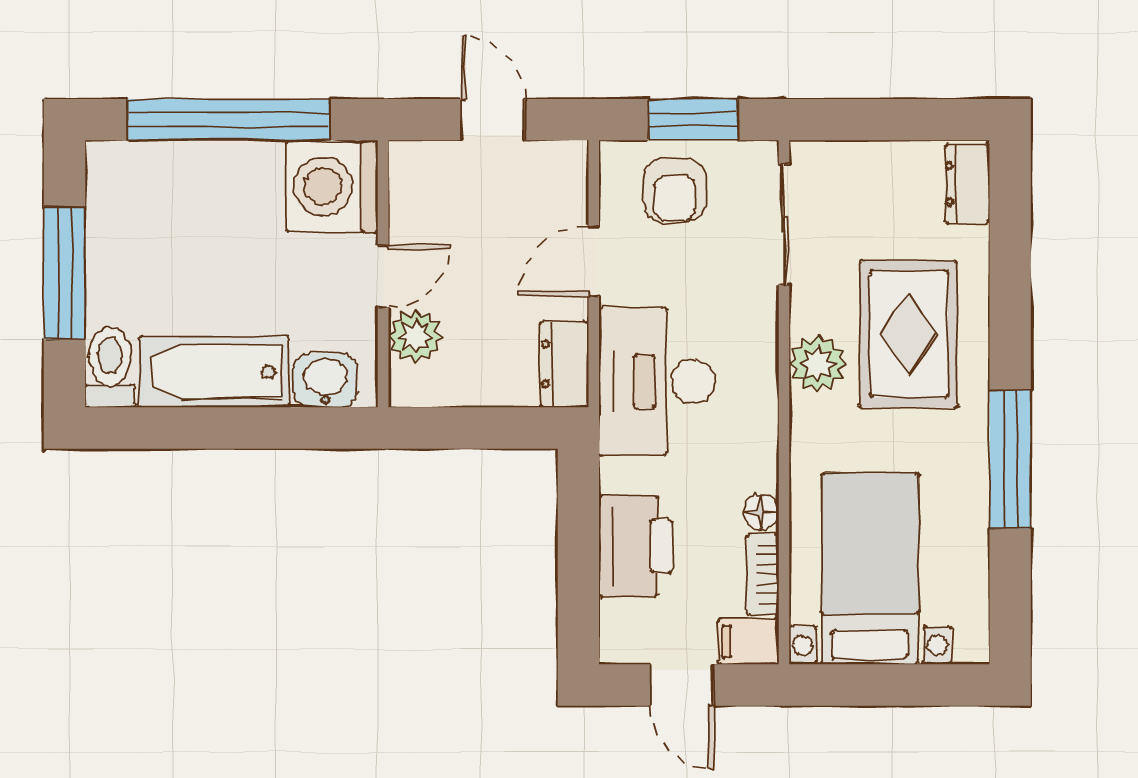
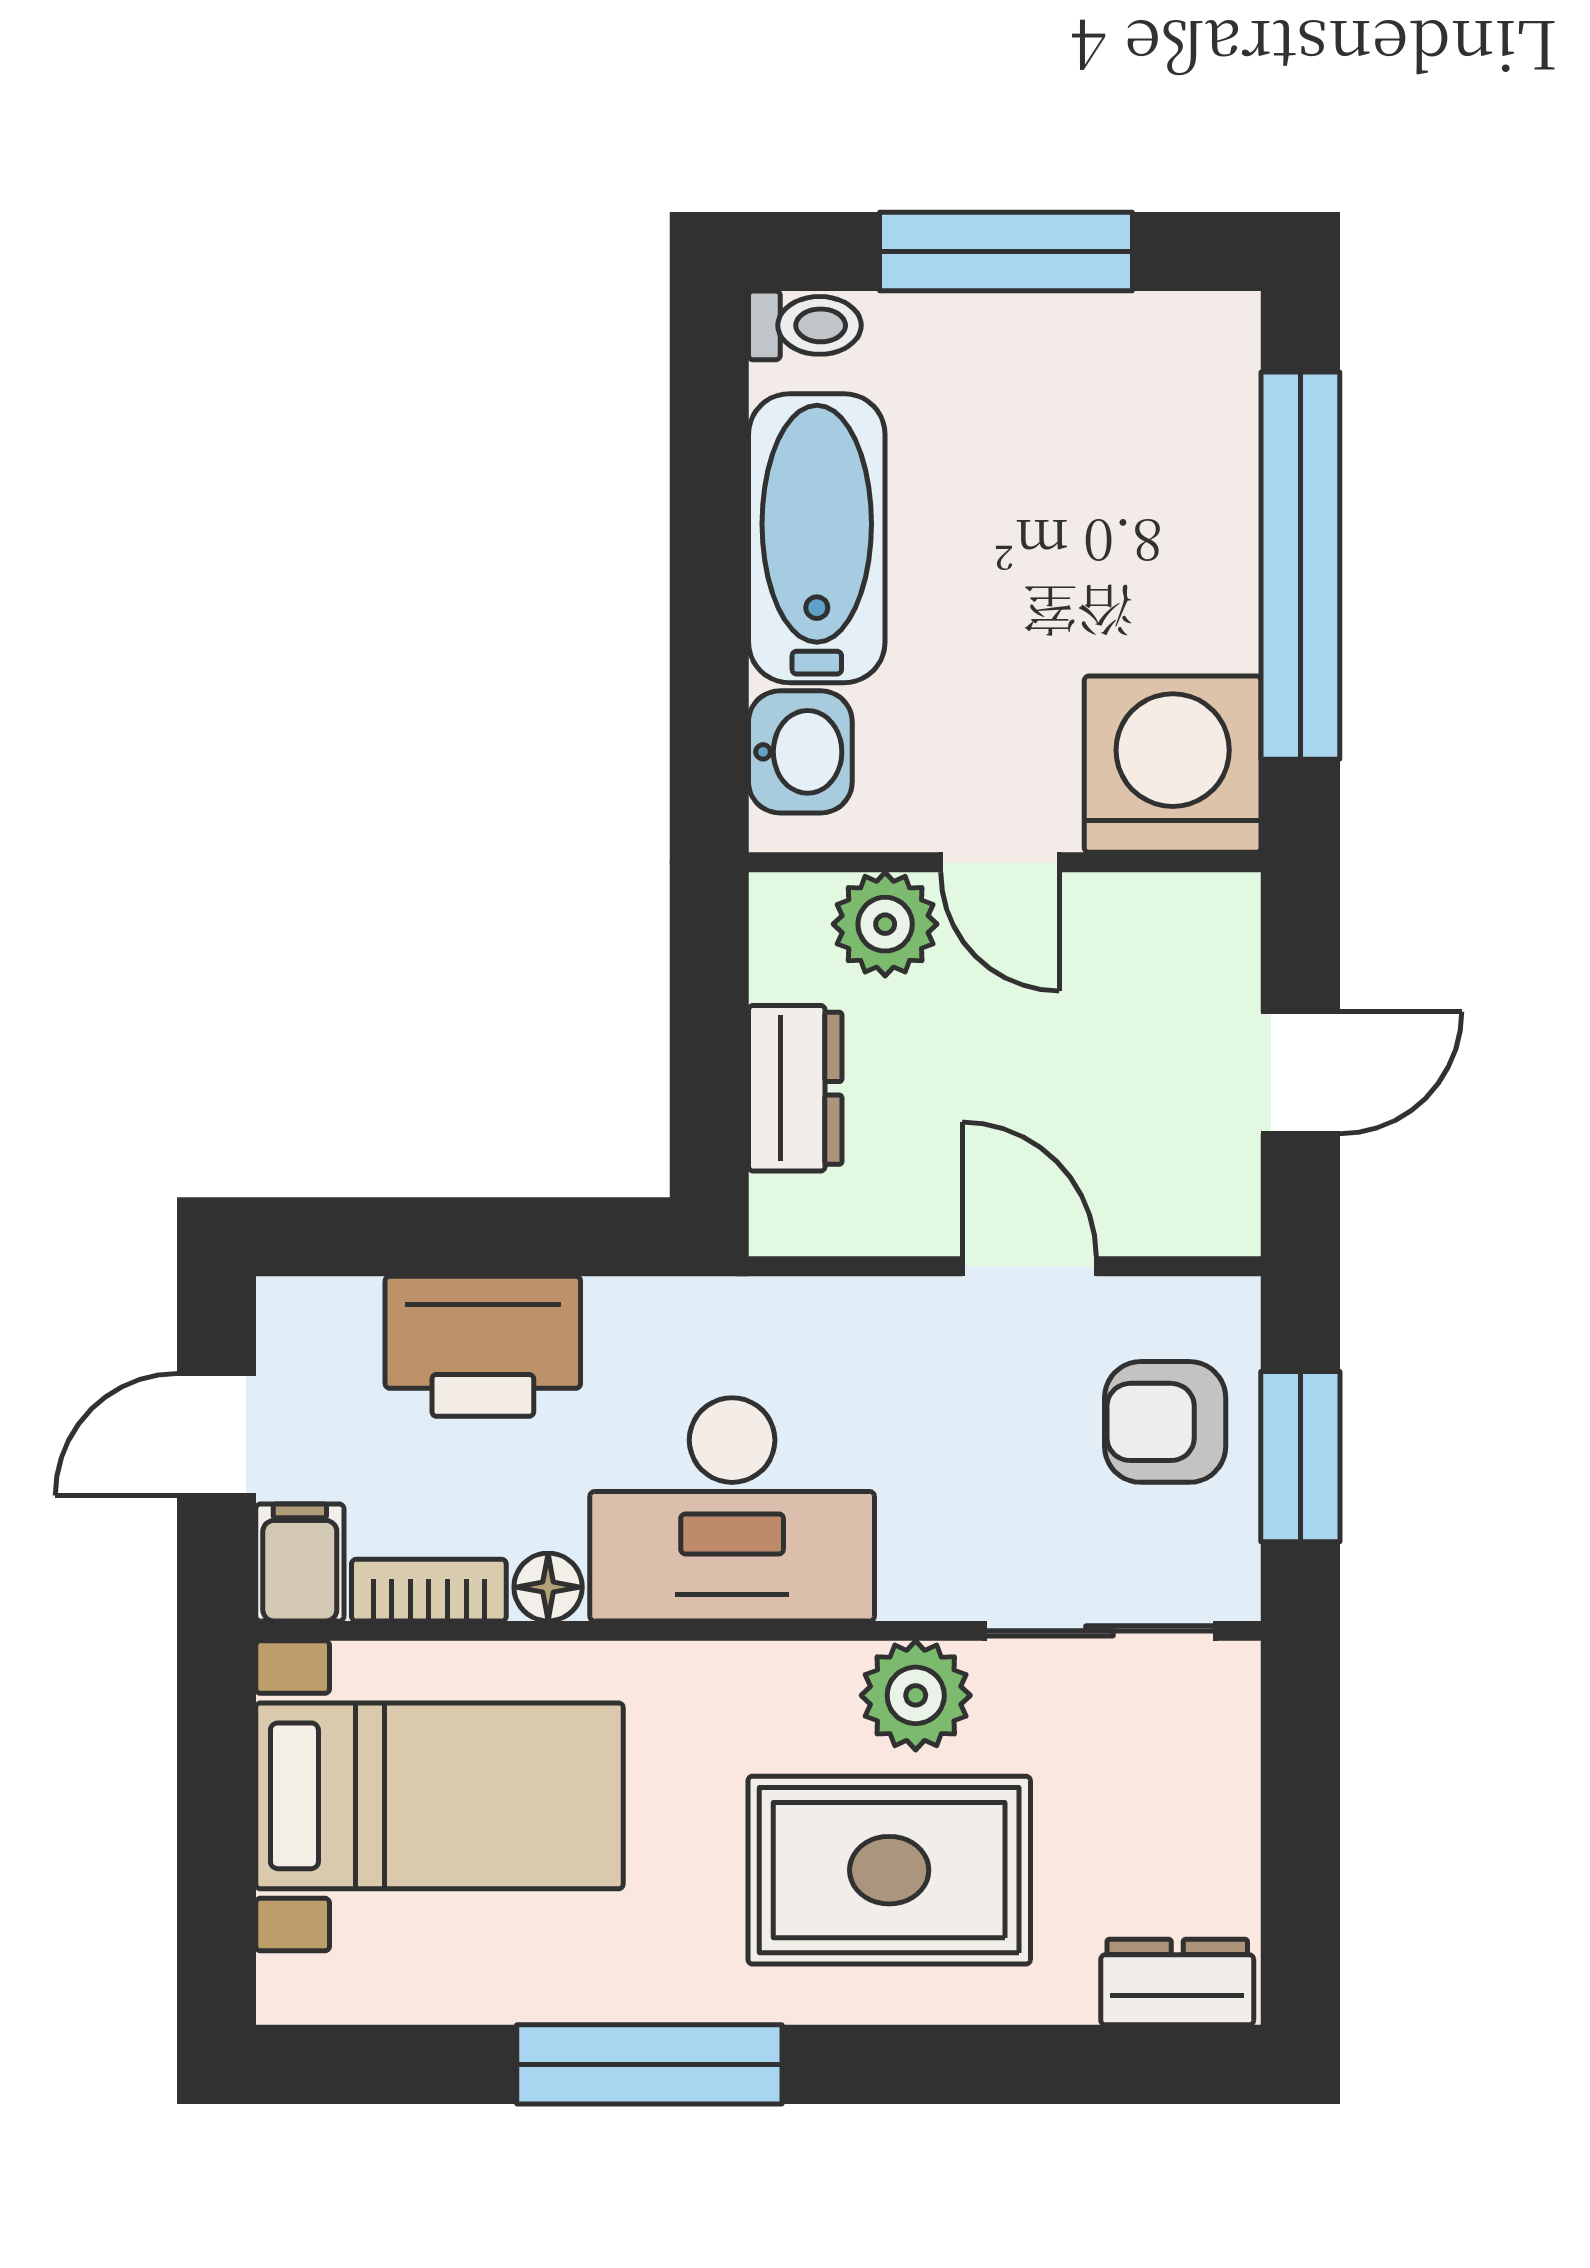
dresser: (564, 364) -> (795, 1088), moved, turned 90
plant: (818, 364) -> (916, 1695), moved
toilet: (110, 367) -> (805, 325), width x0.73, depth x0.72
desk: (657, 381) -> (732, 1509), moved, turned 180

